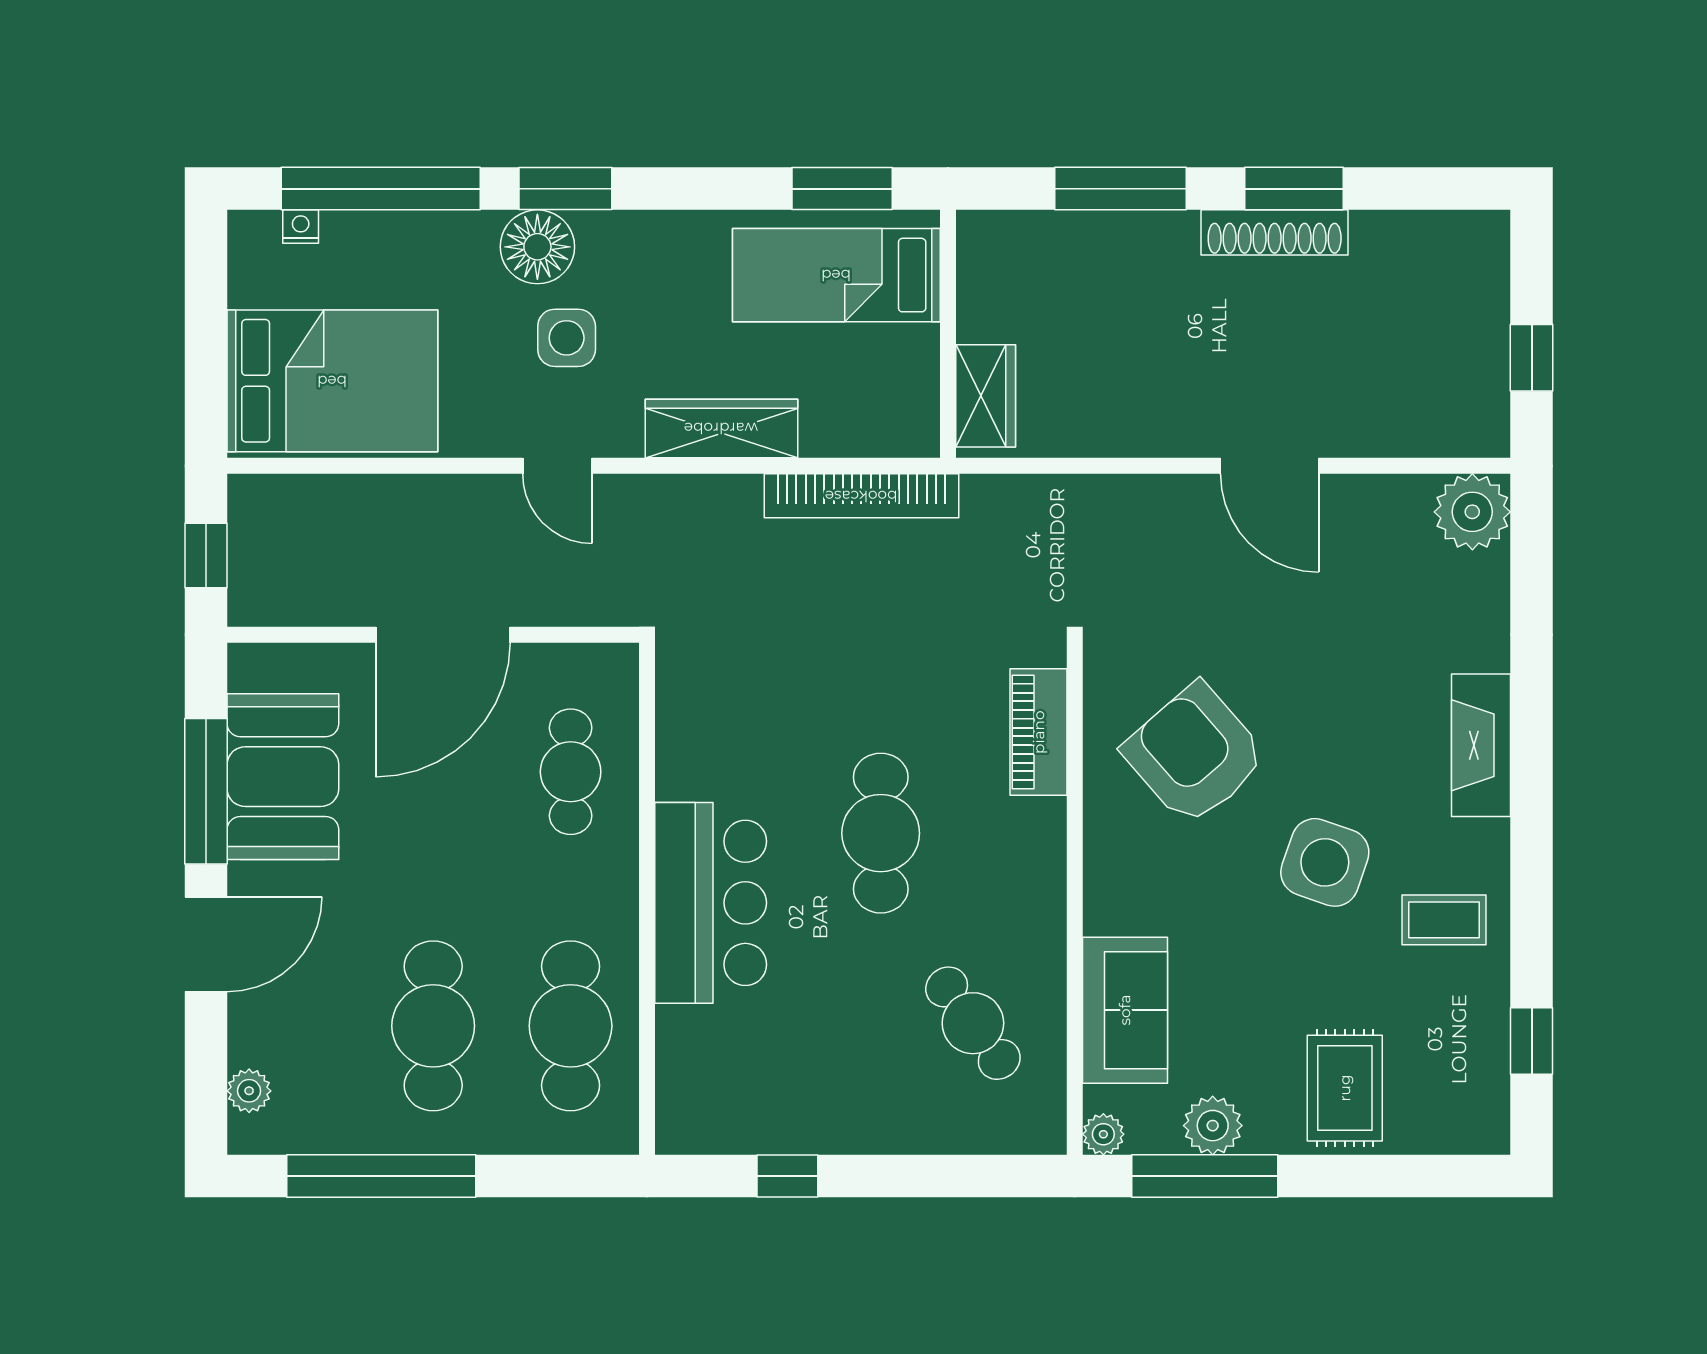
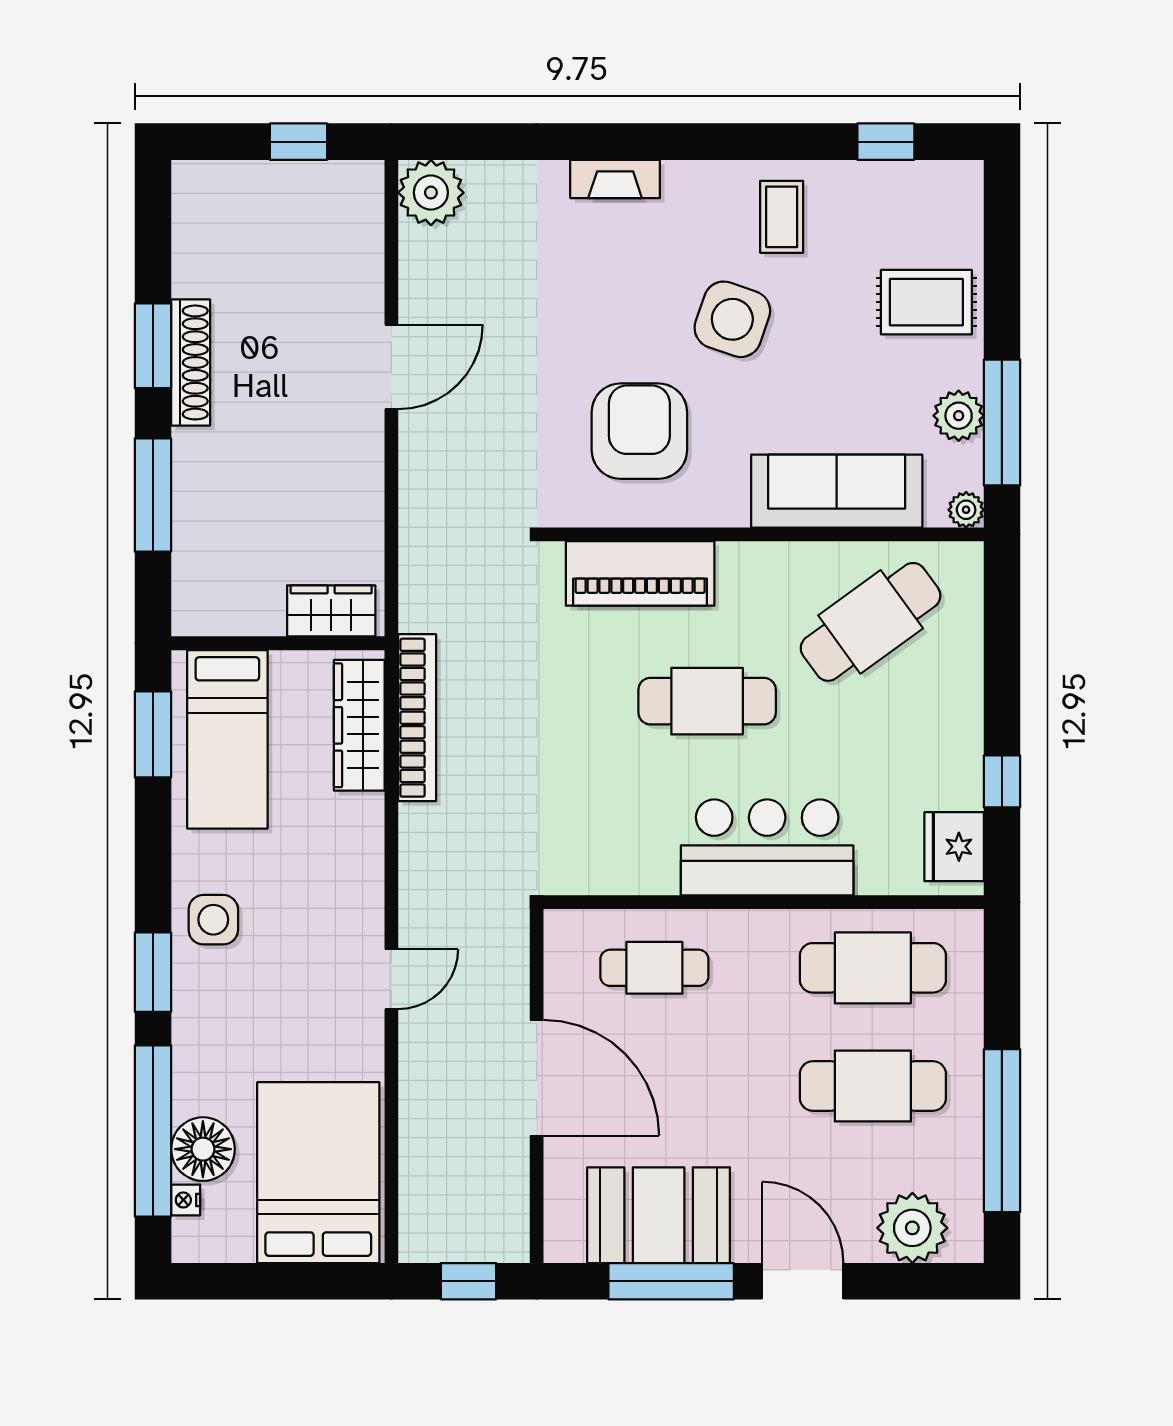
floor lamp: (537, 247) -> (203, 1149), moved
side table: (567, 338) -> (213, 920), moved
wardrobe: (721, 428) -> (359, 725), moved
piano: (1039, 732) -> (640, 573), width x1.37, depth x1.33
fireplace: (1481, 745) -> (615, 179), width x0.73, depth x0.76
armchair: (1195, 754) -> (639, 431), turned 131
sofa: (1125, 1010) -> (837, 491), width x1.36
cafe table: (973, 1023) -> (871, 622), width x1.37, depth x1.35
plant: (249, 1091) -> (912, 1228), width x1.87, depth x1.87
fridge: (711, 1120) -> (954, 847), added

